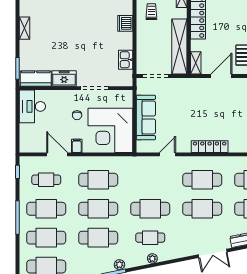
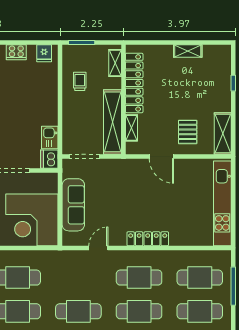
dishwasher: (125, 23) -> (49, 159), moved
shelving: (196, 63) -> (131, 128), moved
door: (221, 76) -> (161, 156), swing flipped

